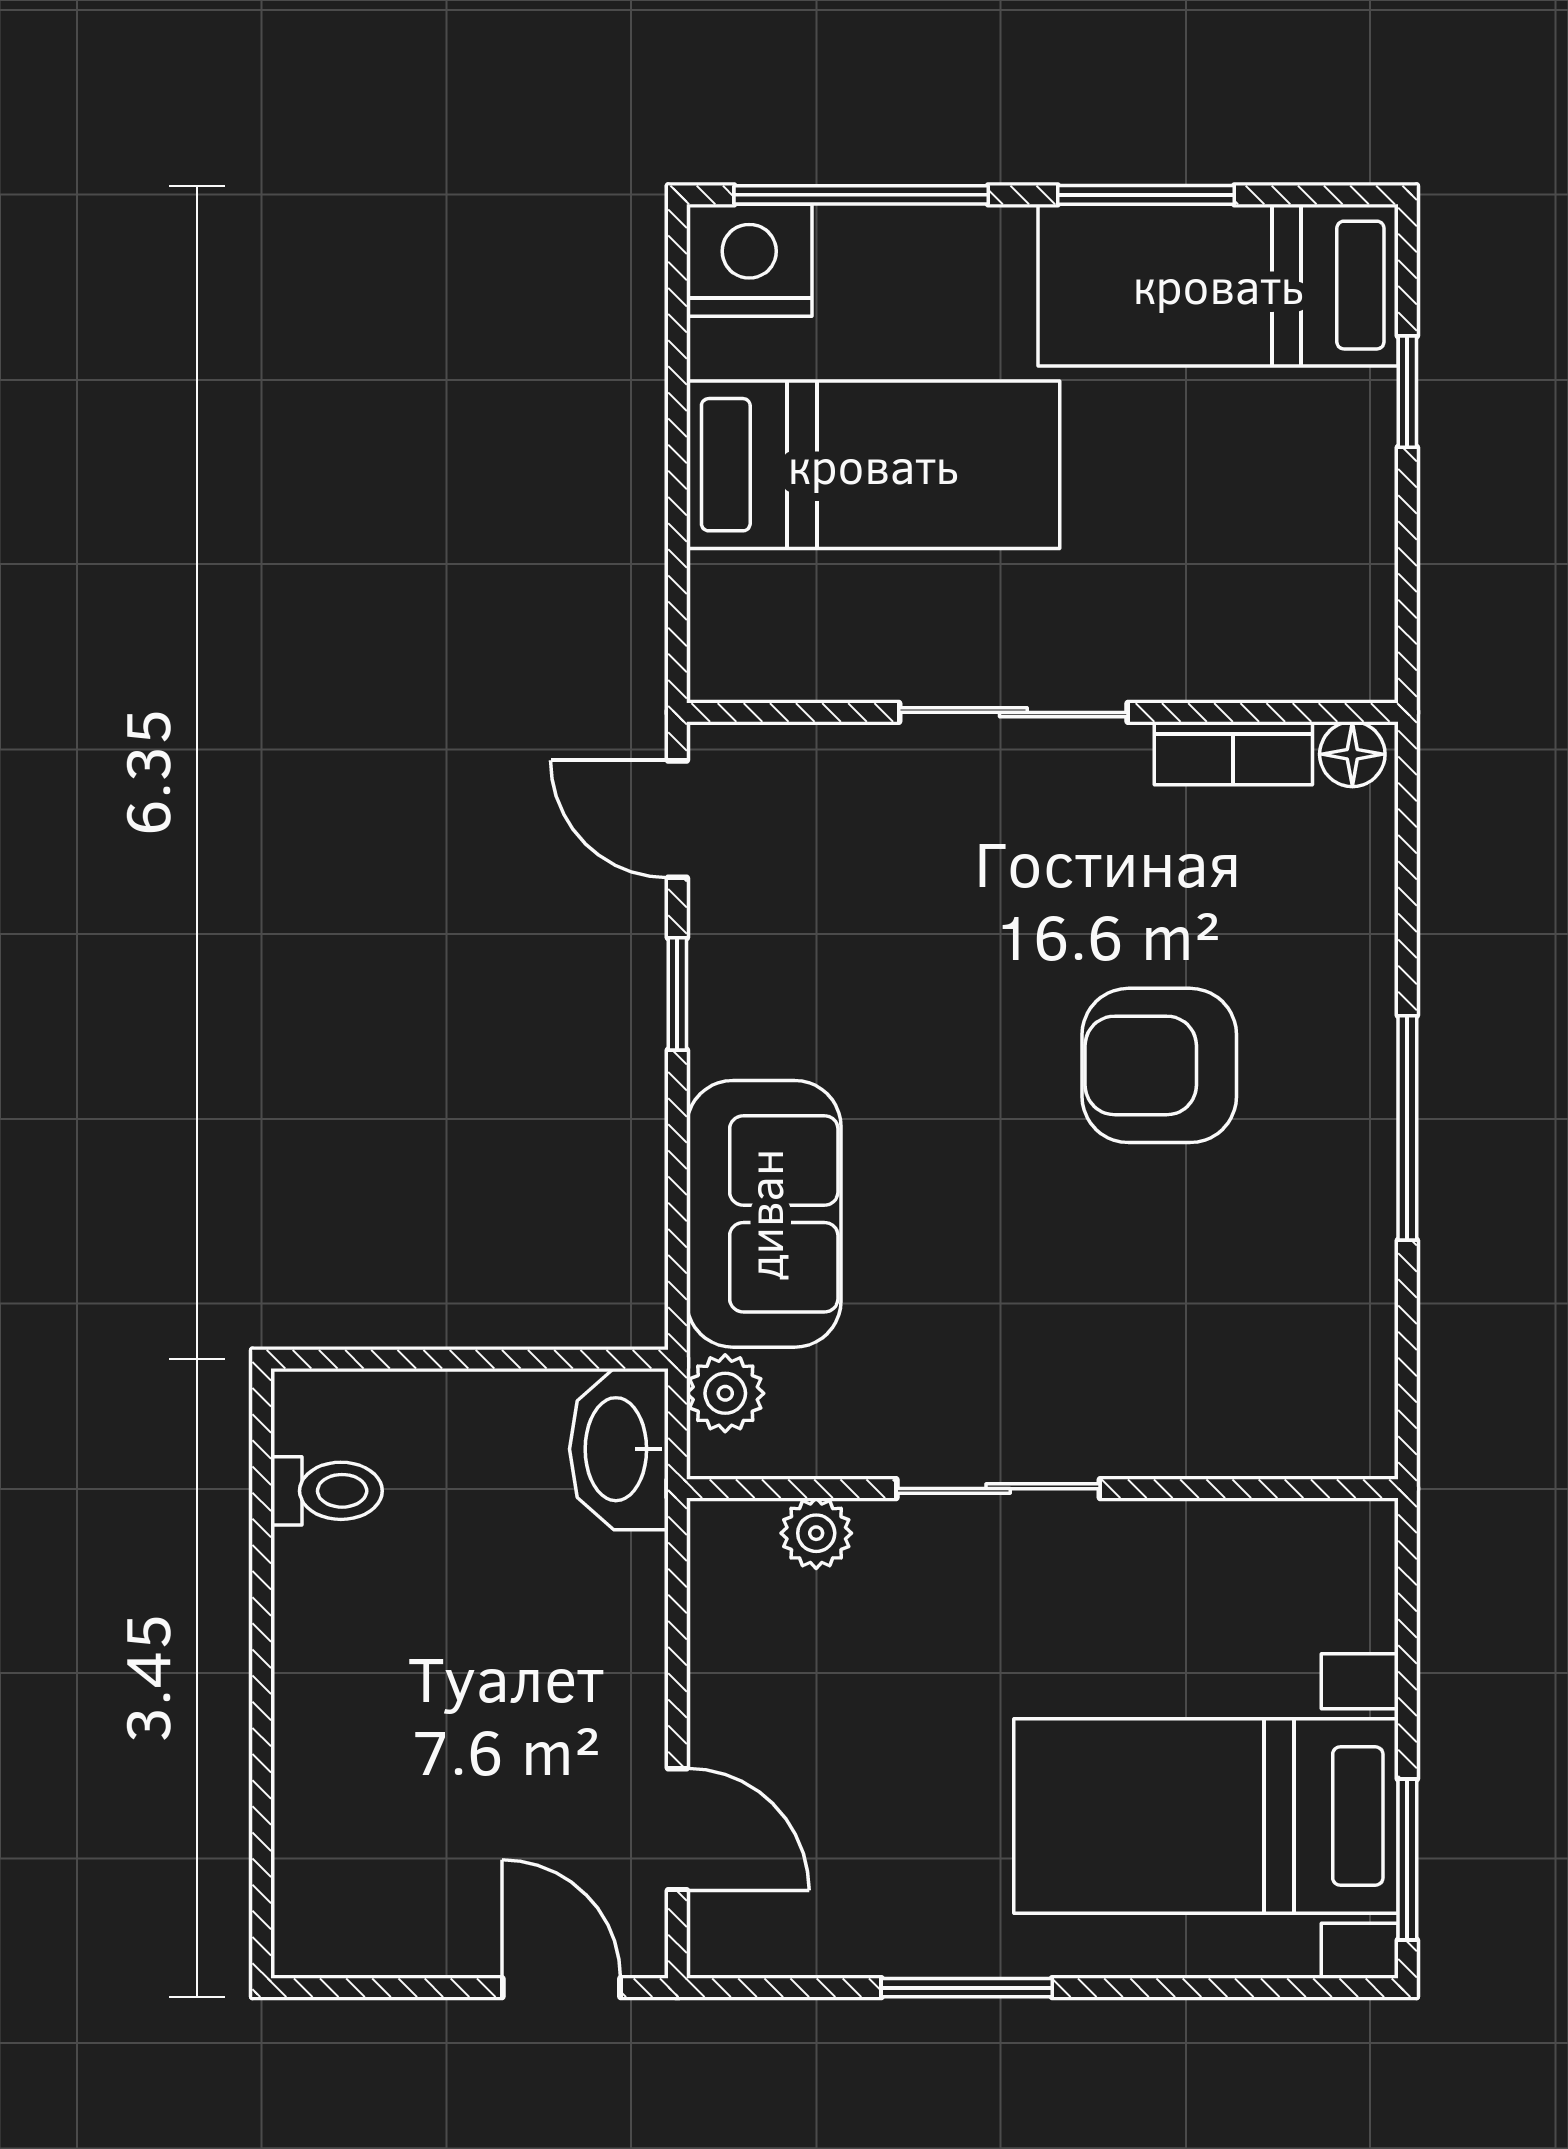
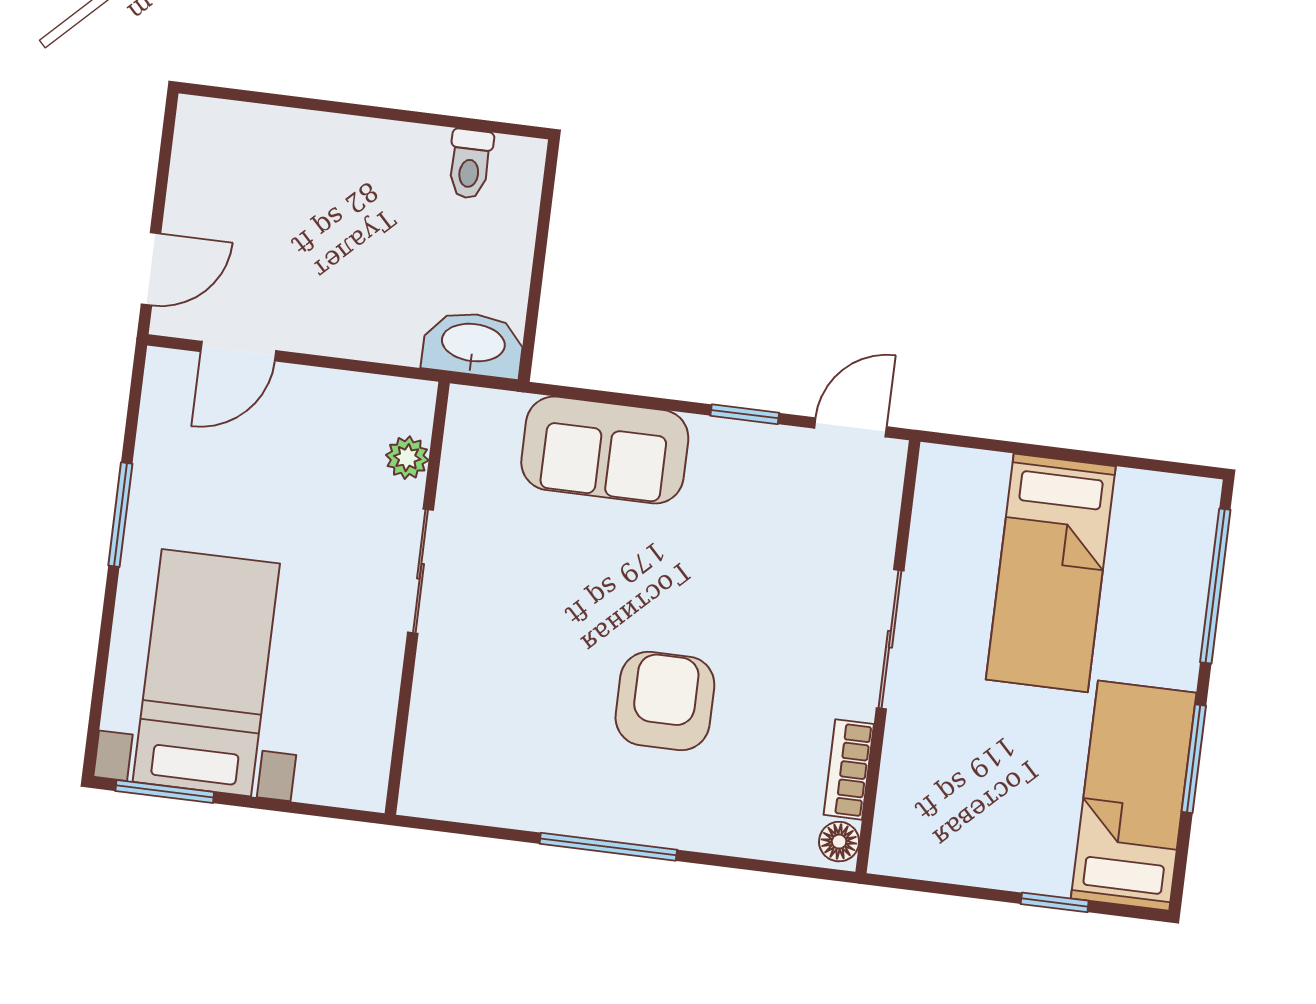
nightstand: (749, 260) -> (1184, 513), removed
plant: (725, 1393) -> (499, 413), removed

